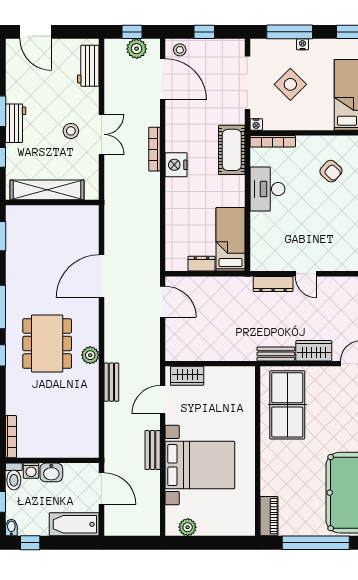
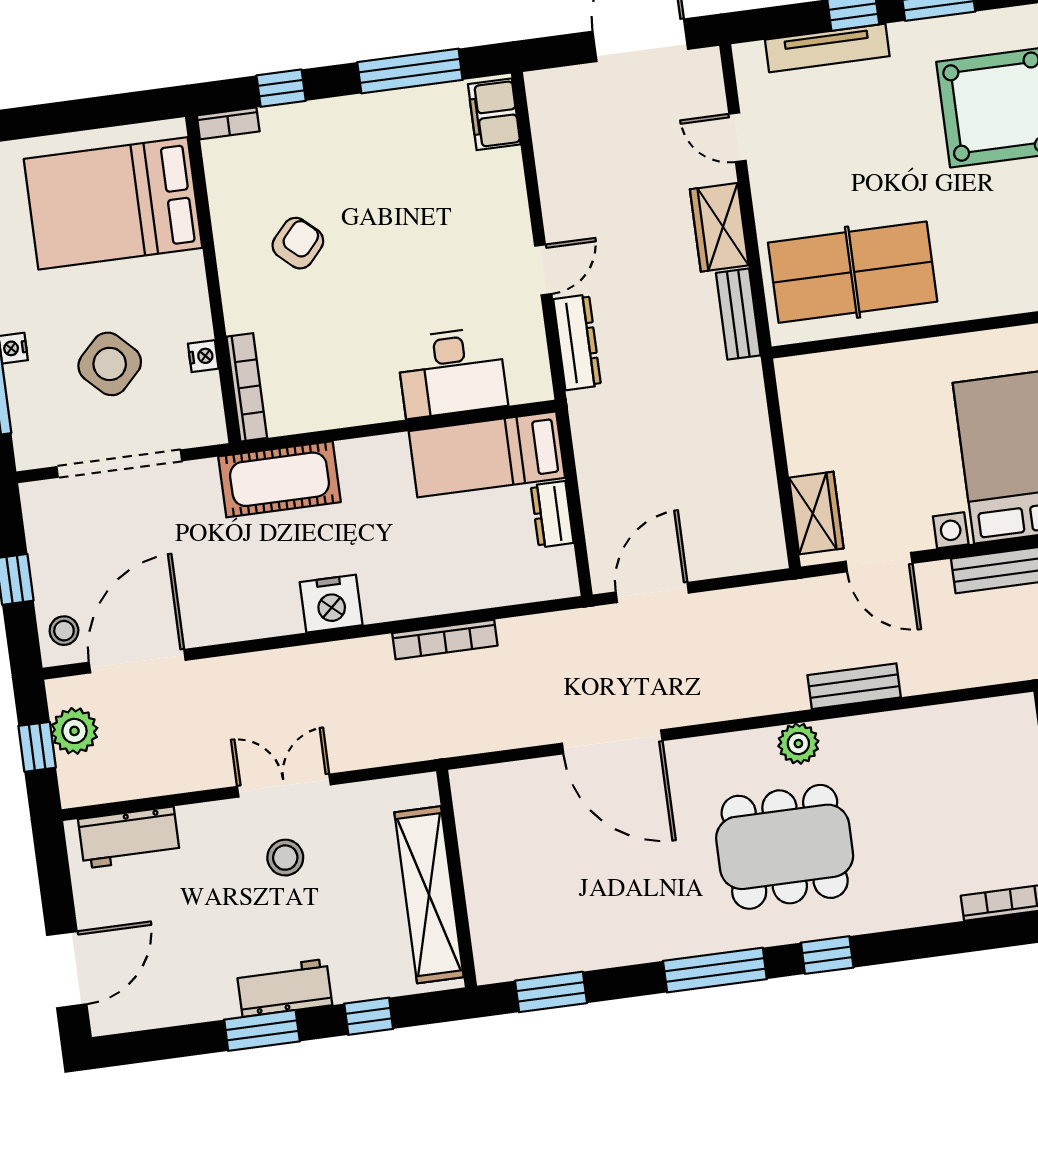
nightstand: (256, 124) -> (203, 356), moved
bookcase: (154, 149) -> (445, 639), moved
desk: (267, 189) -> (452, 372), moved

